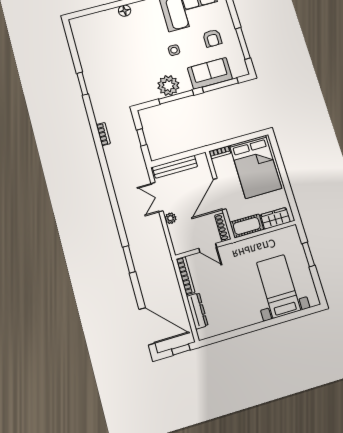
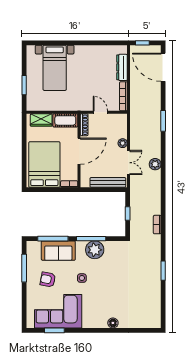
armchair: (212, 38) -> (48, 280), turned -79
plant: (125, 204) -> (155, 164), added

